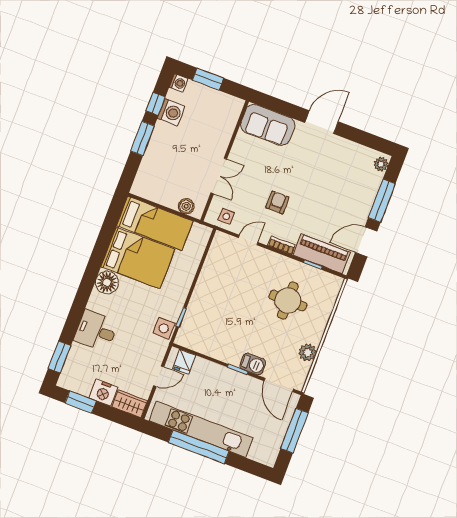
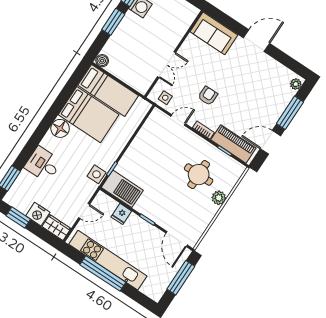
boiler: (186, 206) -> (102, 61), moved
plant: (308, 352) -> (219, 198), moved
fridge: (184, 362) -> (121, 214), moved
barbecue: (253, 364) -> (122, 189), moved, width x1.88, depth x1.53

